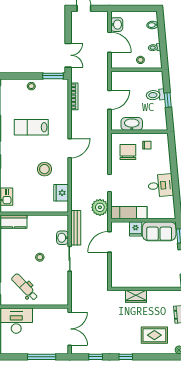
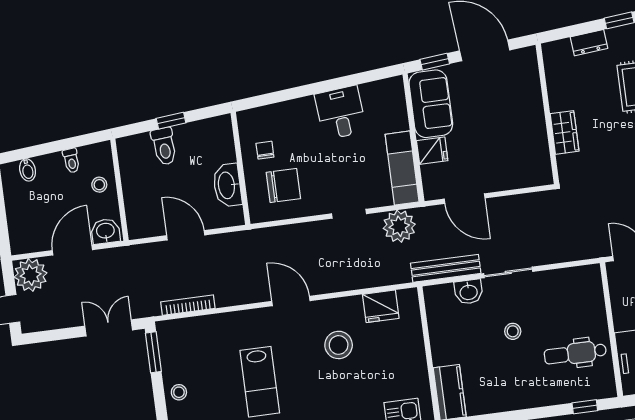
plant: (100, 20) -> (31, 275), added
washbasin: (117, 25) -> (105, 231), moved
chair: (128, 152) -> (283, 185), turned 180
dental chair: (25, 287) -> (575, 353), turned 44

